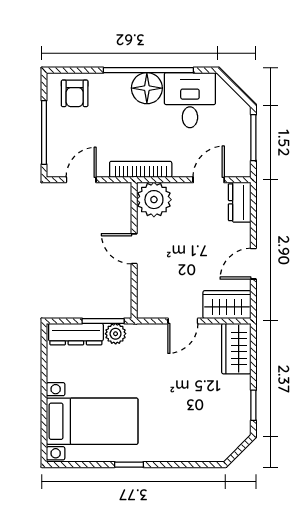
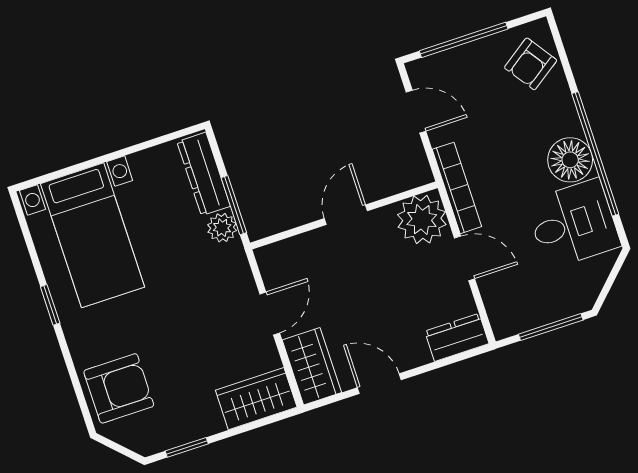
armchair: (75, 93) -> (531, 64), turned -35
door: (209, 180) -> (465, 258), moved
door: (183, 321) -> (270, 313), swing flipped
armchair: (199, 437) -> (119, 388), added

